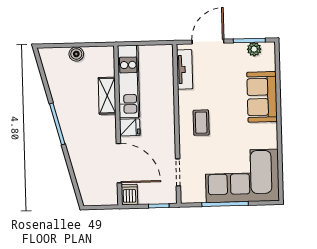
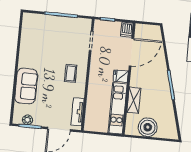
boiler: (76, 54) -> (148, 127), width x1.86, depth x1.86
door: (119, 163) -> (131, 52), swing flipped
corner sofa: (242, 176) -> (47, 33), removed

